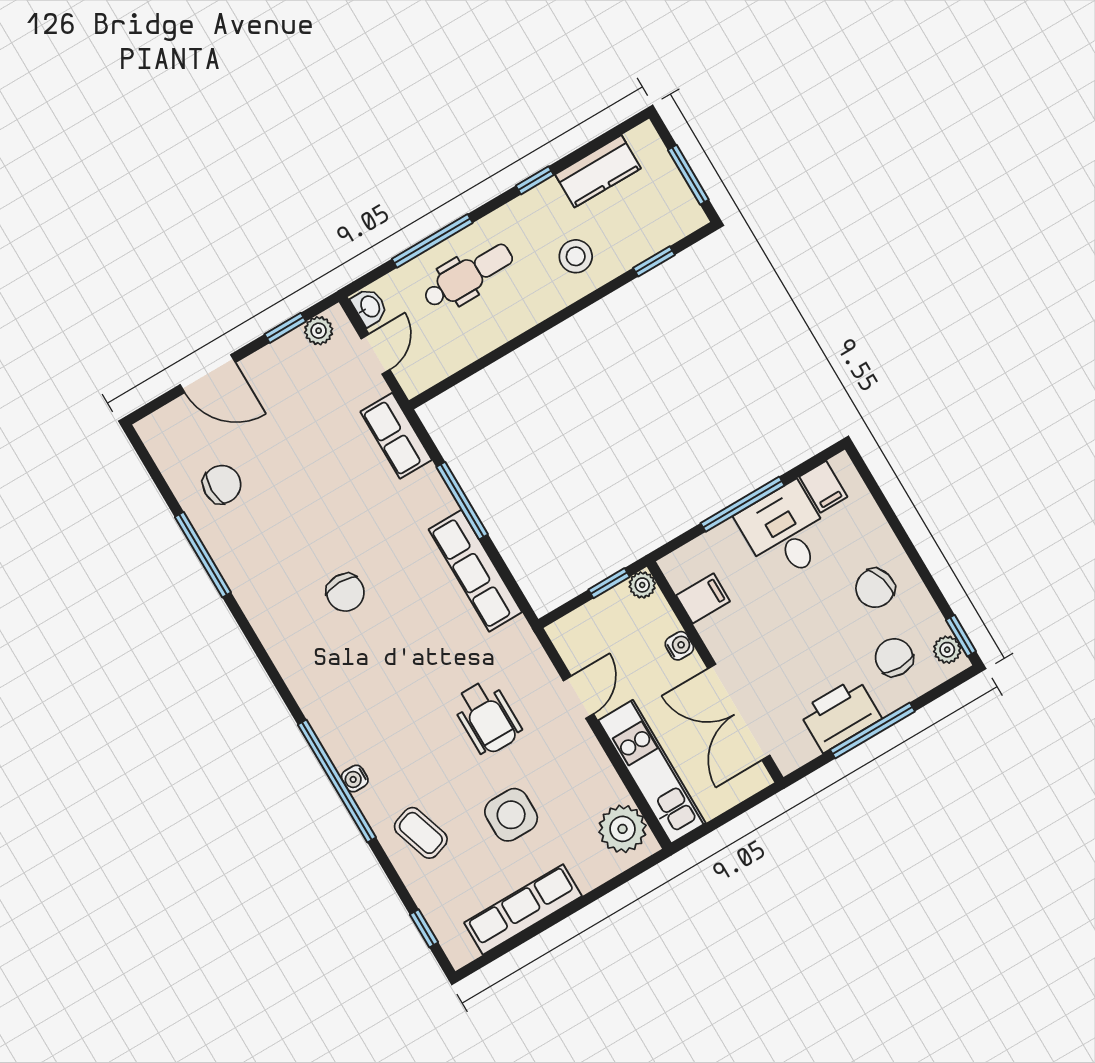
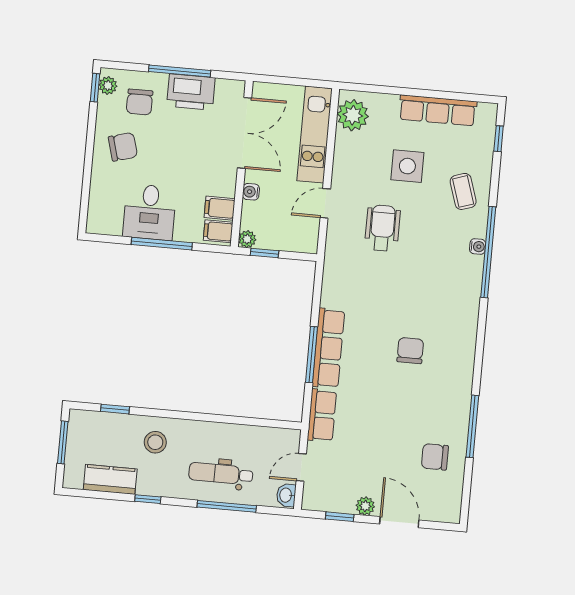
plant: (319, 331) -> (365, 506), moved
filing cabinet: (823, 487) -> (218, 231), moved, turned -90
row of seats: (475, 571) -> (328, 348), moved

